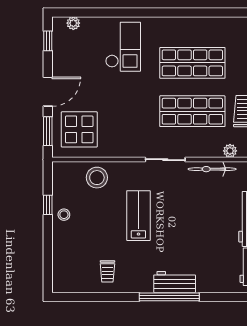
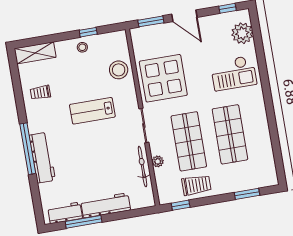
plant: (73, 23) -> (242, 33), width x1.87, depth x1.87
display table: (79, 129) -> (163, 78), moved, width x1.36, depth x1.36
plant: (230, 151) -> (158, 161), moved
lab bench: (138, 216) -> (92, 111), turned 180
shelving: (61, 270) -> (35, 53), added
workbench: (175, 282) -> (42, 158), width x1.38

